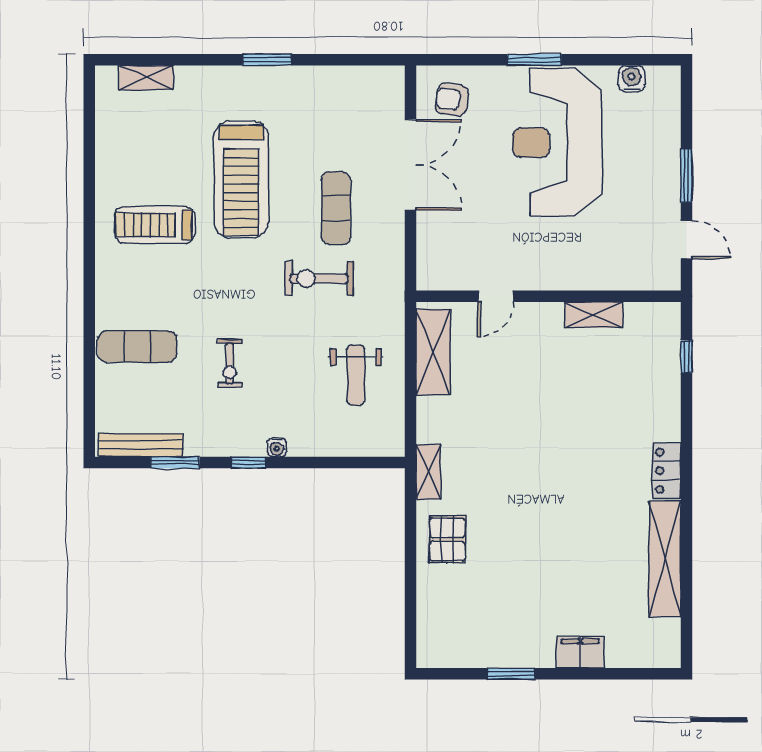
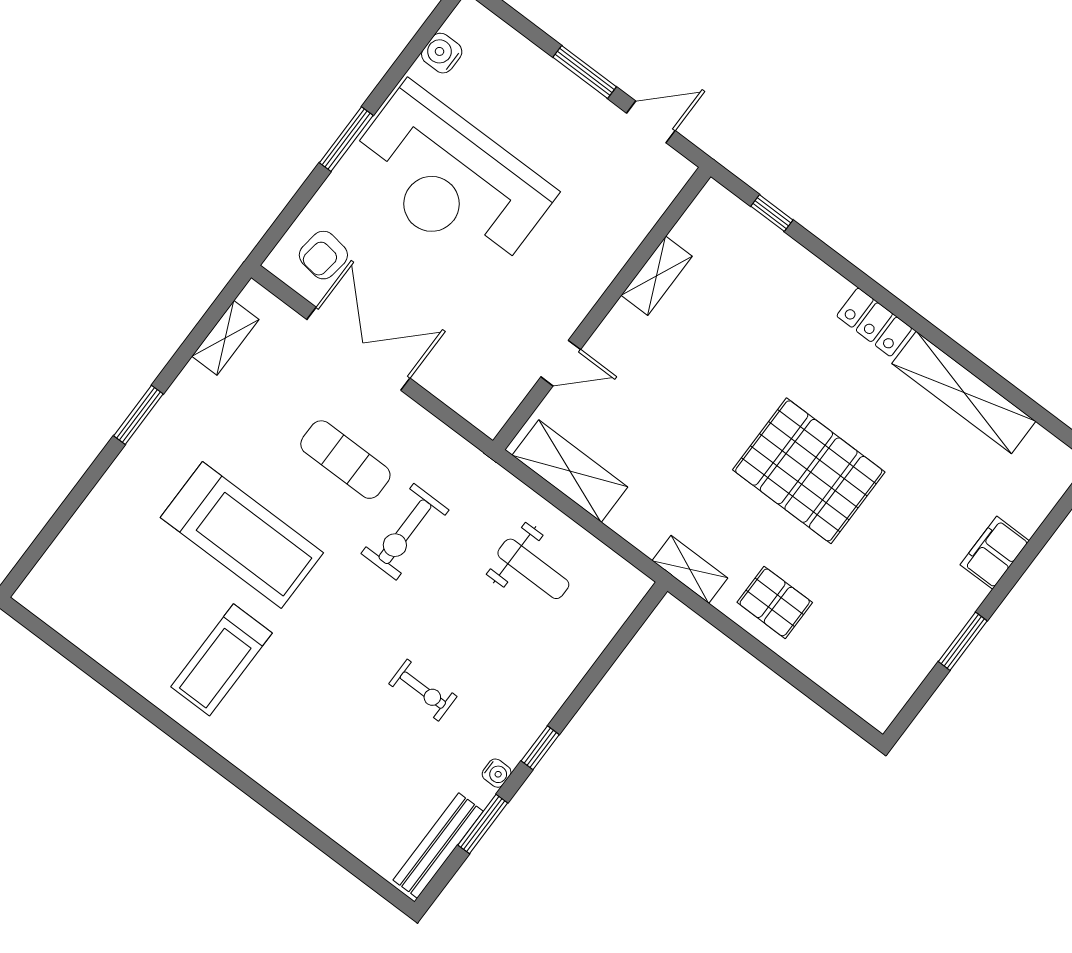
shelving: (146, 78) -> (225, 338), moved
door: (496, 296) -> (561, 363), hinge flipped
exercise mat: (137, 347) -> (334, 773), removed
water cooler: (277, 447) -> (497, 773), moved
pallet: (544, 499) -> (809, 471), added

